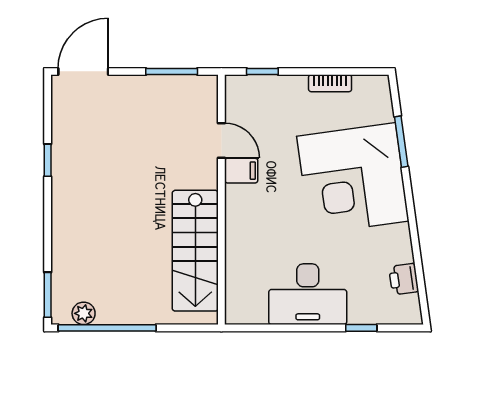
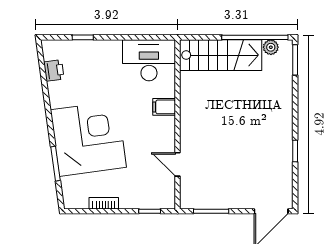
filing cabinet: (241, 171) -> (164, 107), moved
stairs: (195, 251) -> (221, 55), moved, turned 90
desk: (308, 294) -> (149, 60), moved

